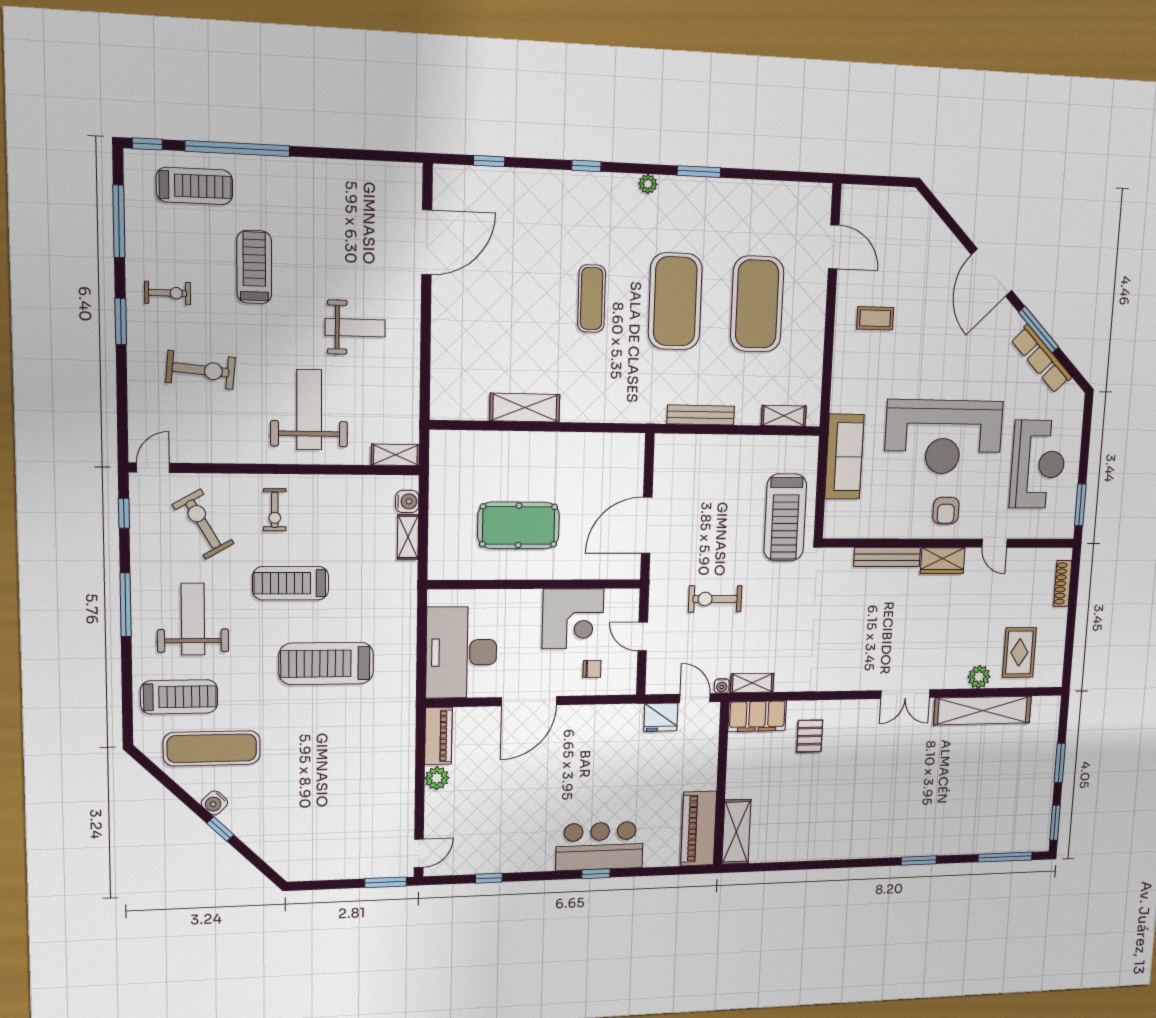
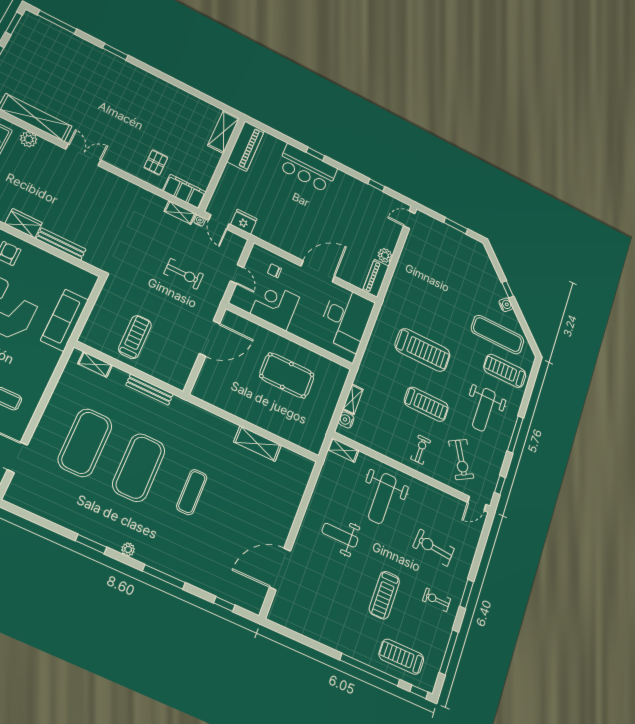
window: (586, 166) -> (164, 577), width x2.17
treadmill: (785, 517) -> (135, 337), moved, width x0.73, depth x0.73
window: (386, 882) -> (456, 226), moved

